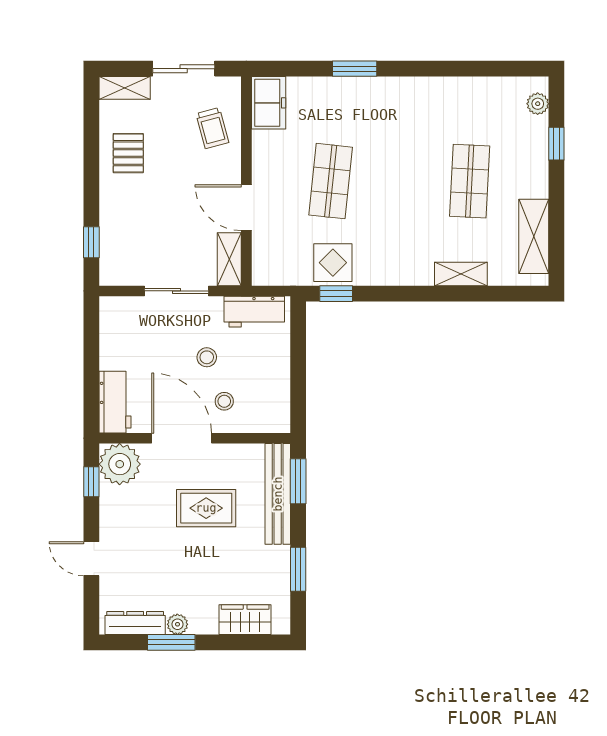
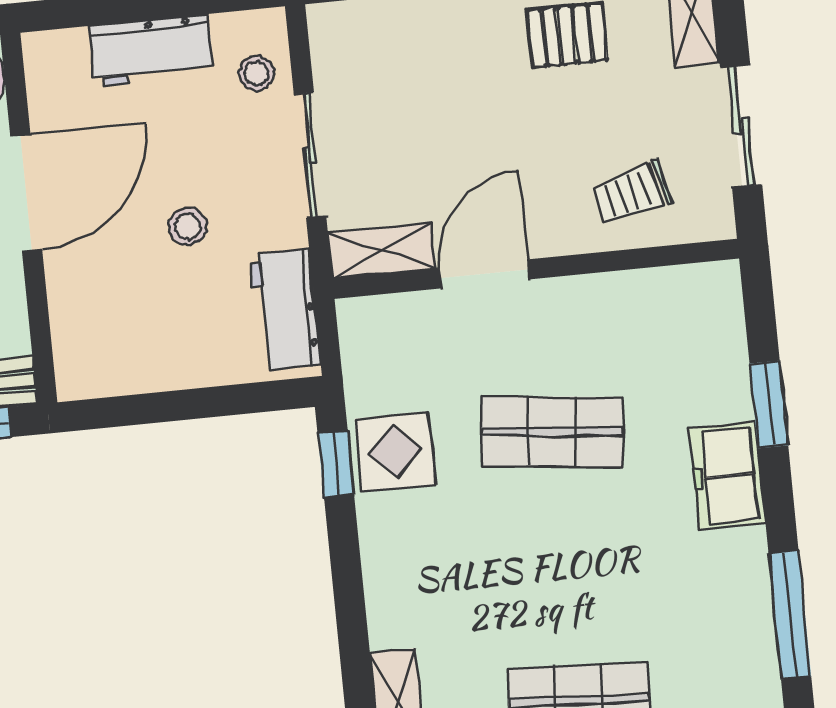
window: (355, 69) -> (769, 404), moved
window: (437, 69) -> (790, 615), added
freezer: (269, 103) -> (727, 476), moved, turned 90
stool: (224, 401) -> (257, 73), moved
workbench: (115, 402) -> (151, 51), moved

